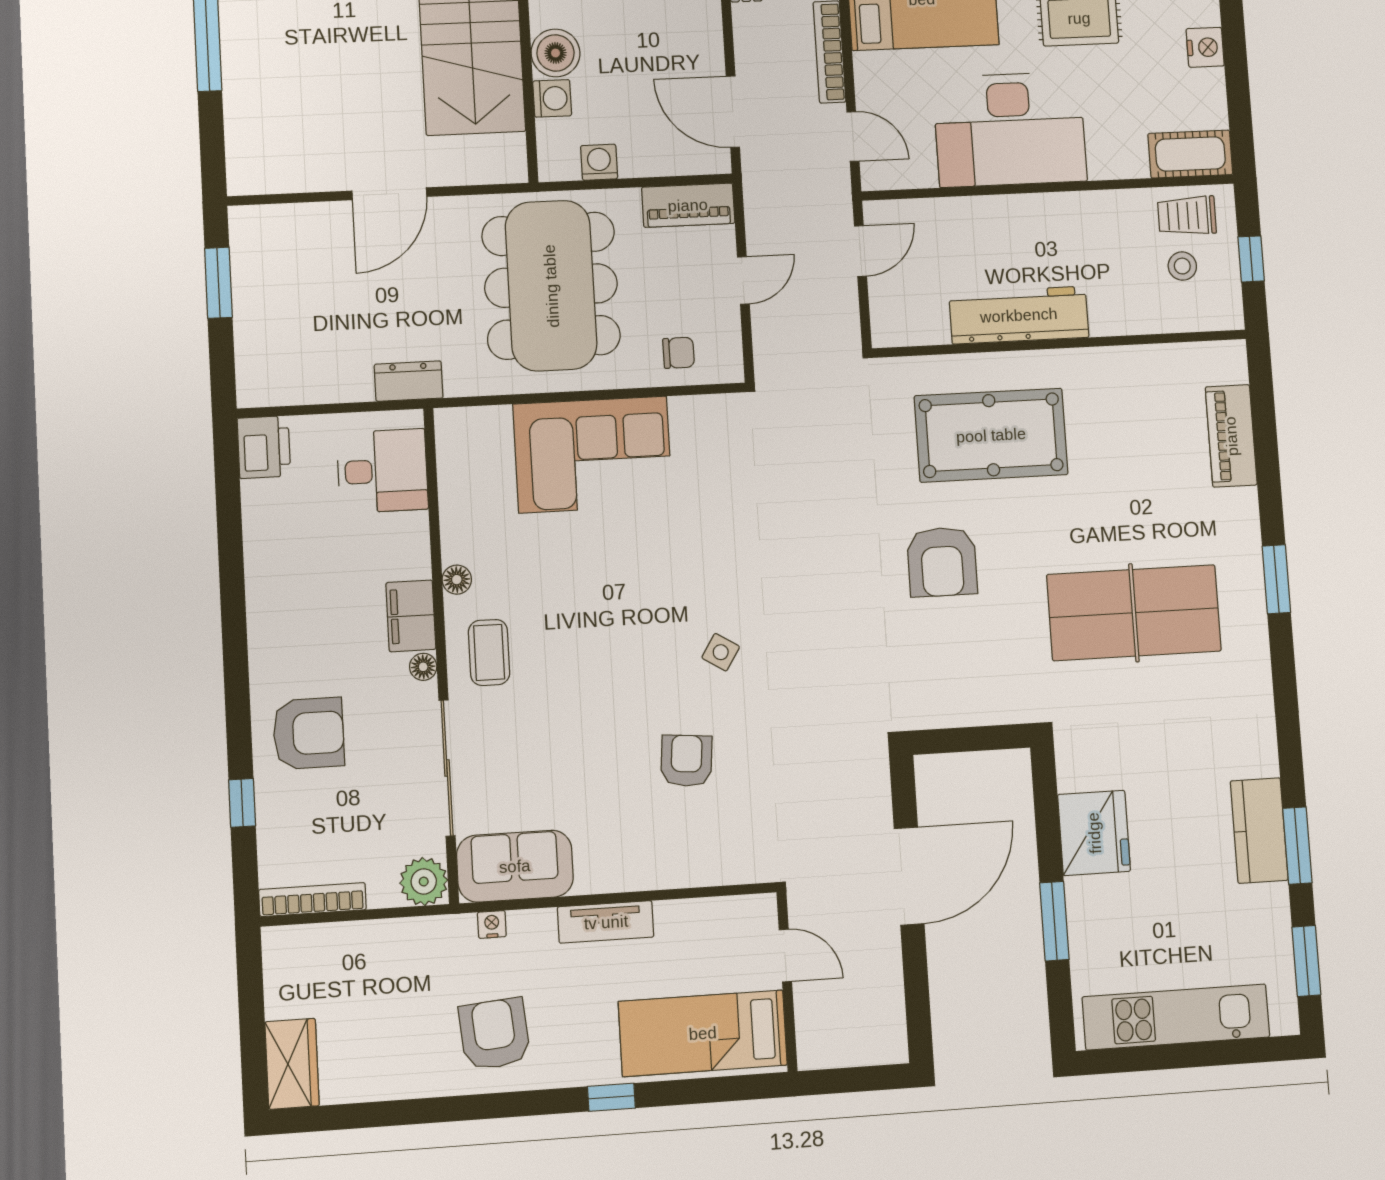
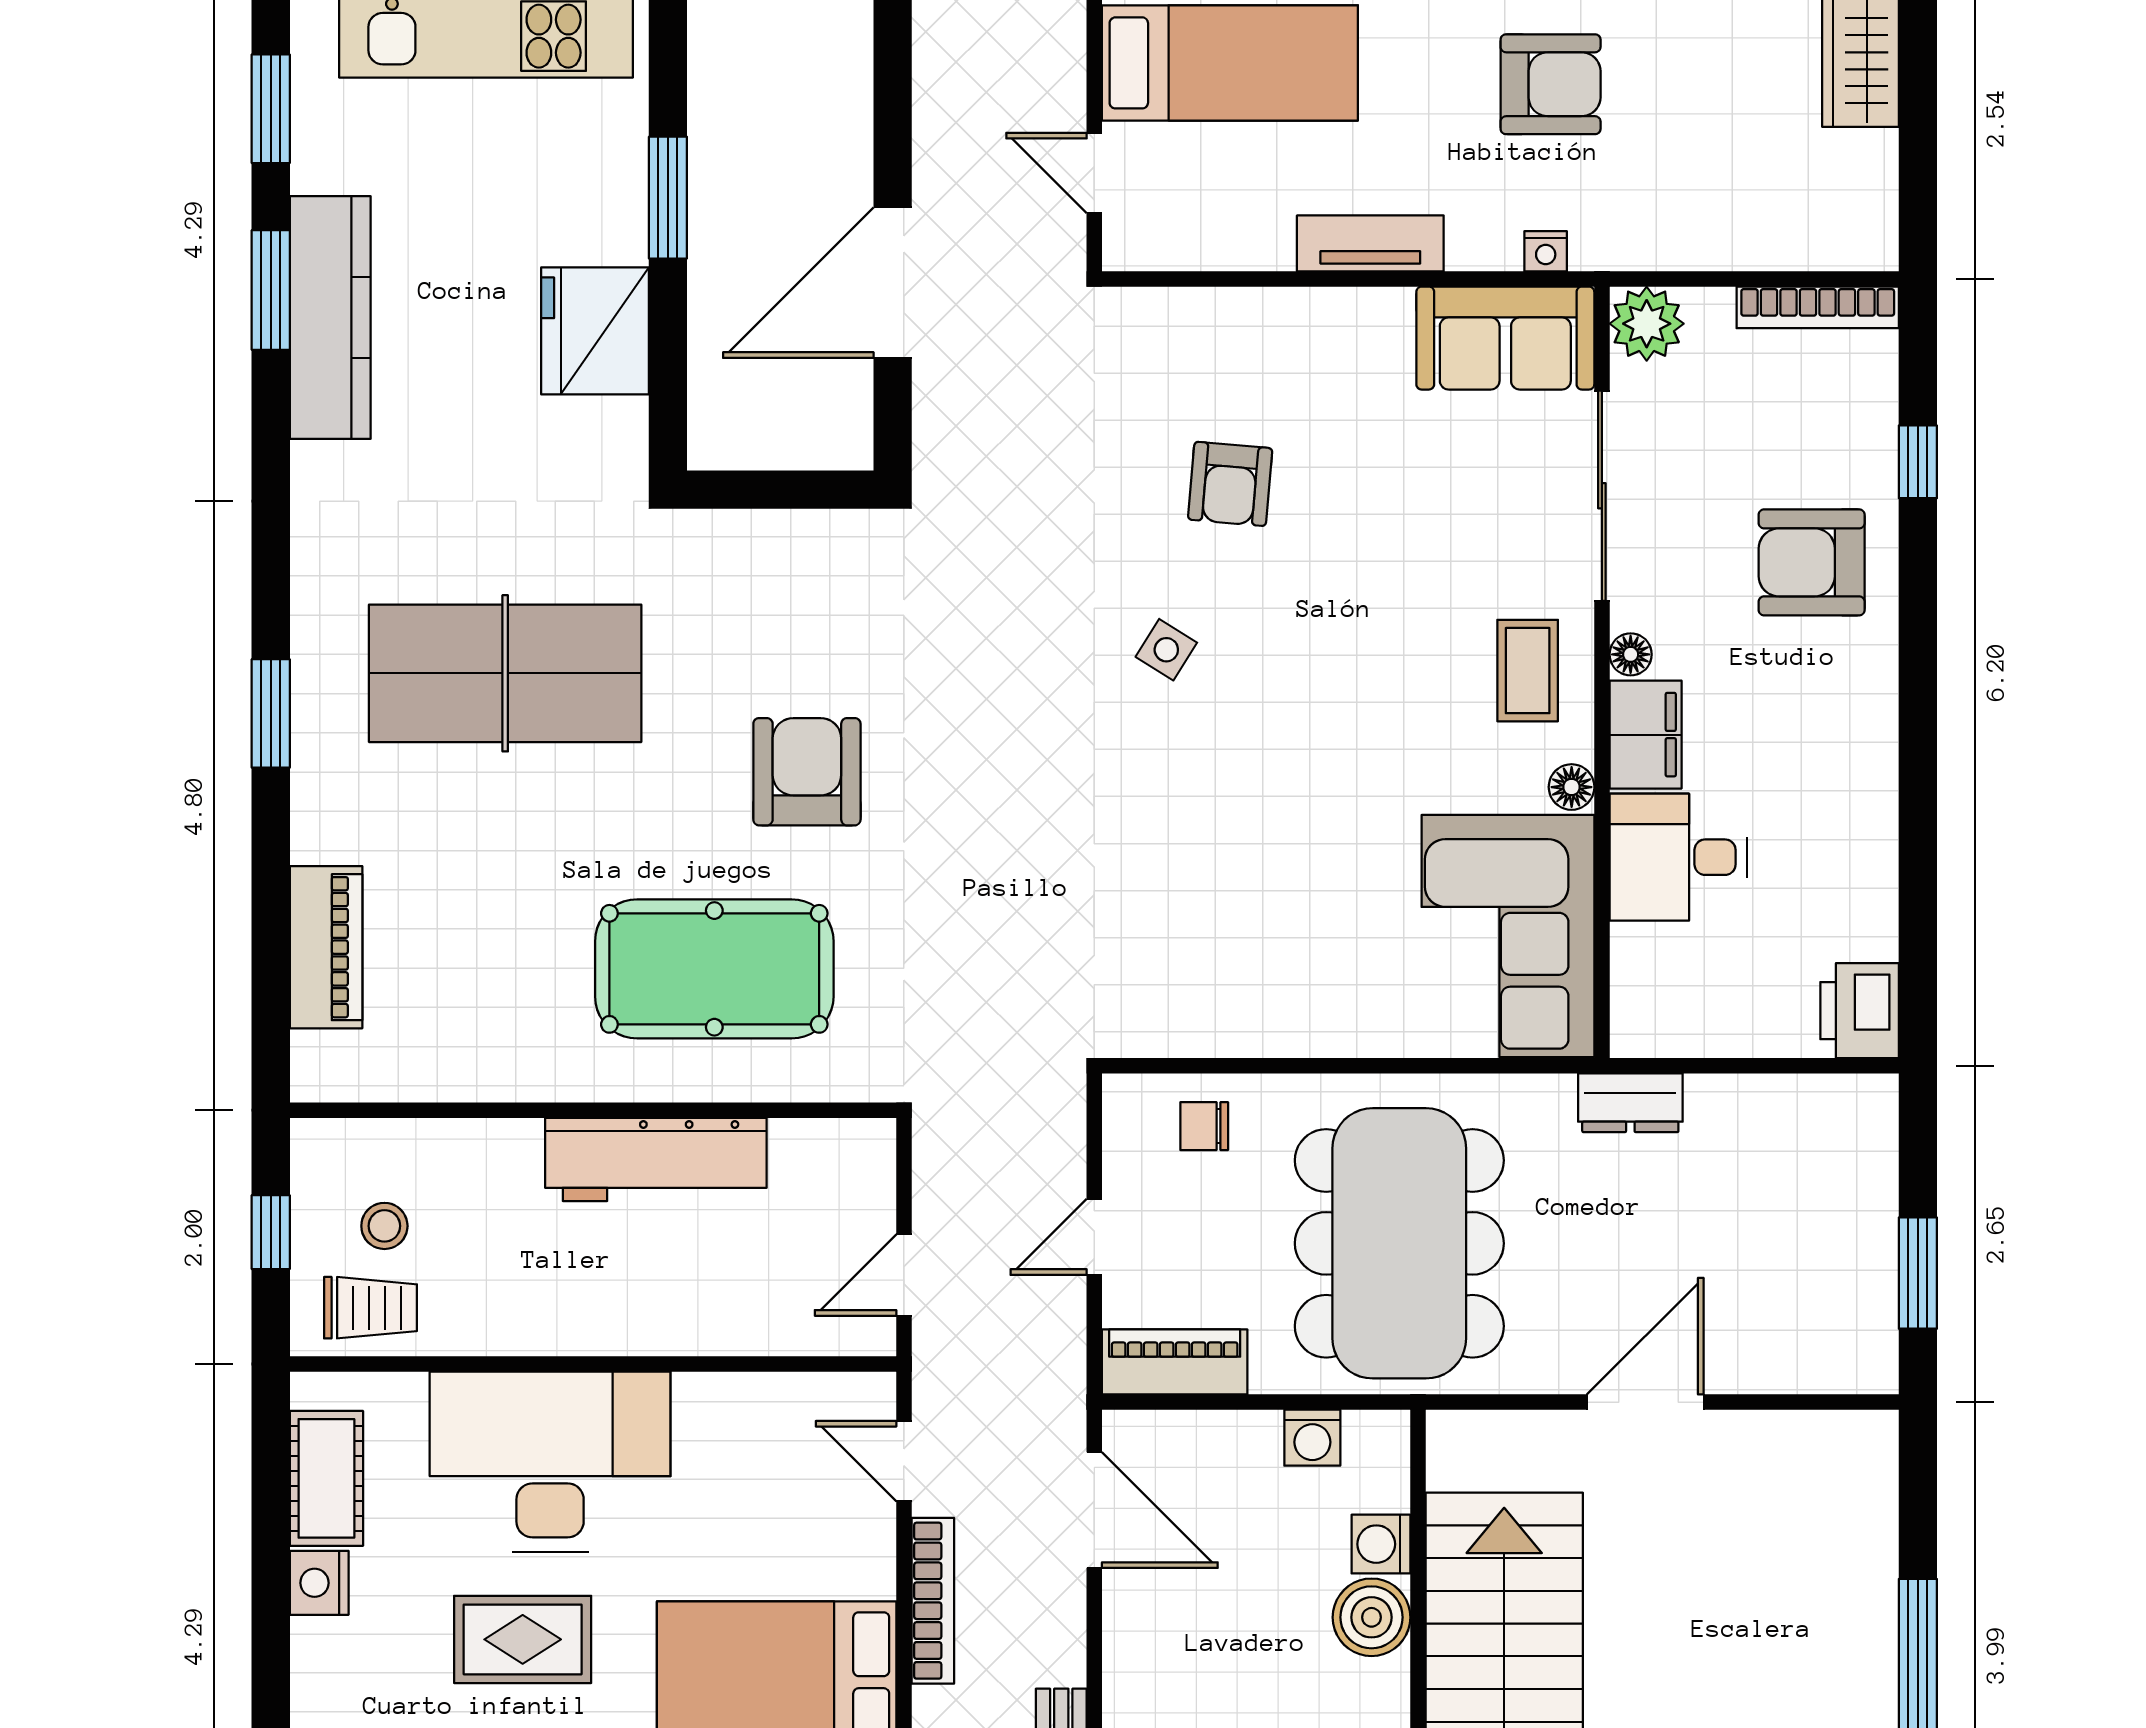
desk: (1010, 129) -> (550, 1462), moved
cot: (1190, 154) -> (326, 1478), moved, turned 90
corner sofa: (593, 454) -> (1508, 936), moved, turned -90
desk: (382, 471) -> (1678, 857), moved
kitchen counter: (1259, 831) -> (330, 318), width x1.50
armchair: (494, 1034) -> (1551, 84), turned -85

